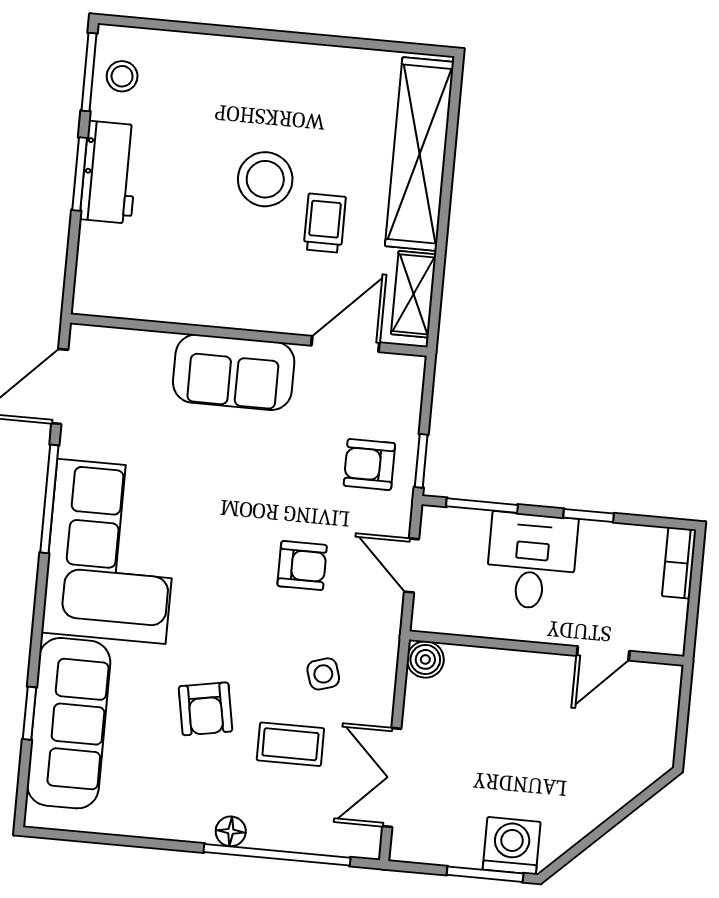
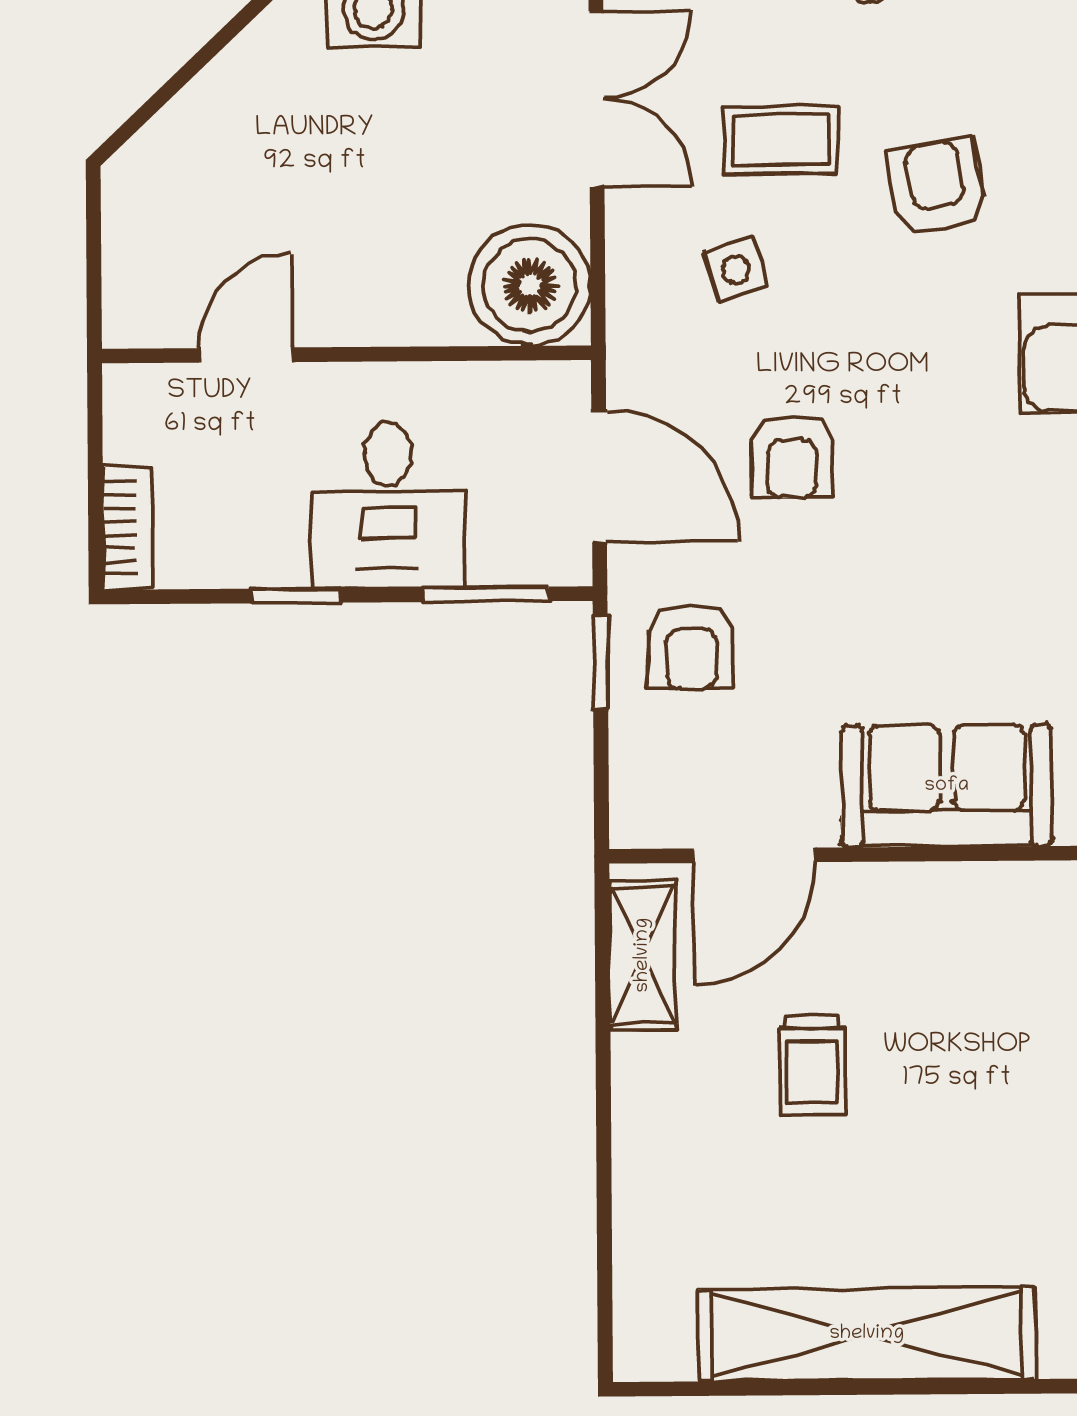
shelving: (419, 154) -> (867, 1334), moved, turned 90
stool: (265, 179) -> (925, 1132), removed
armchair: (369, 464) -> (691, 647), turned 90
door: (411, 565) -> (599, 476), width x1.38
armchair: (302, 566) -> (792, 457), turned -90
boiler: (425, 659) -> (530, 285), width x1.86, depth x1.86

